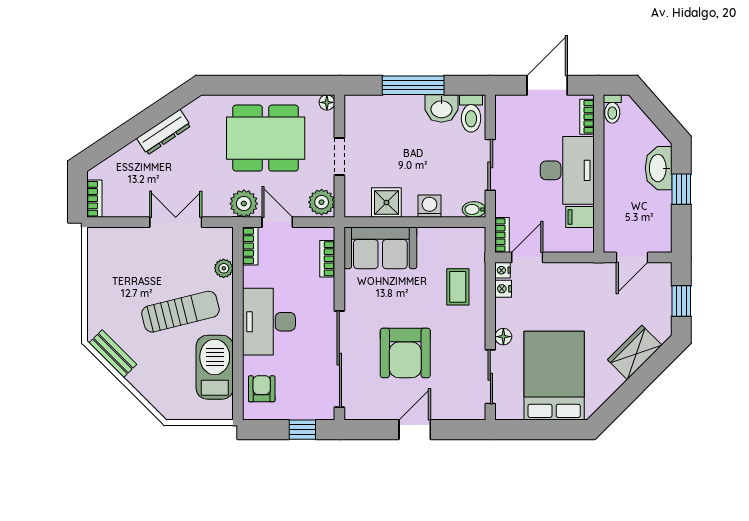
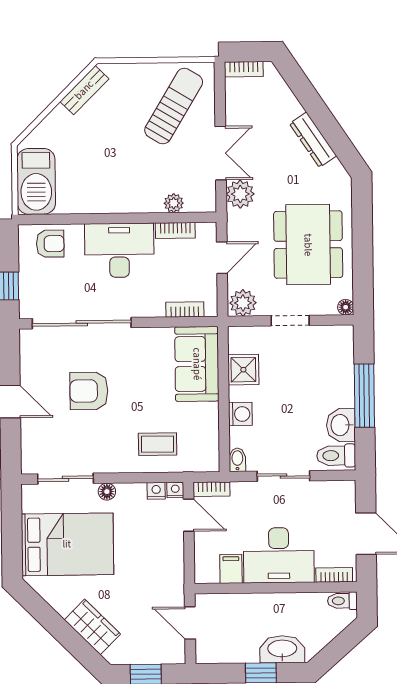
plant: (244, 204) -> (240, 194), moved
bookcase: (250, 246) -> (175, 230), moved
sun lounger: (180, 312) -> (174, 106), moved, turned -135
armchair: (405, 353) -> (89, 391), width x0.73, depth x0.73
barbecue: (215, 367) -> (36, 181), moved, turned 90

